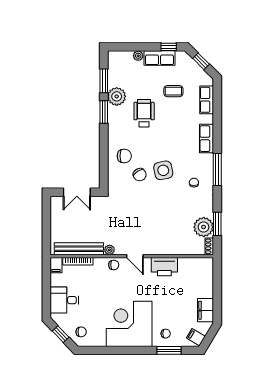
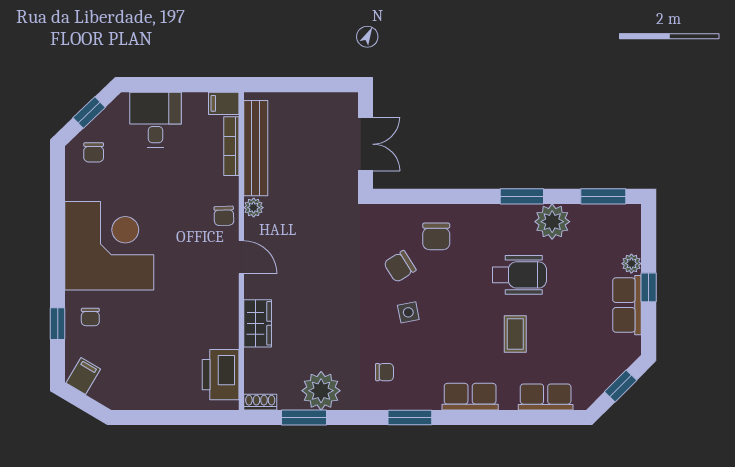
window: (169, 47) -> (649, 287), moved
window: (104, 81) -> (603, 196), moved
coffee table: (173, 91) -> (515, 334), moved
window: (217, 169) -> (410, 417), width x0.69
side table: (163, 170) -> (408, 312), width x0.54, depth x0.54
double door: (77, 192) -> (366, 144), swing flipped
plant: (204, 227) -> (321, 391), moved
wardrobe: (169, 248) -> (258, 323), added
door: (135, 256) -> (241, 257), swing flipped
printer: (164, 267) -> (221, 375), moved
filing cabinet: (206, 310) -> (136, 395), removed
window: (169, 350) -> (58, 324), width x0.67

